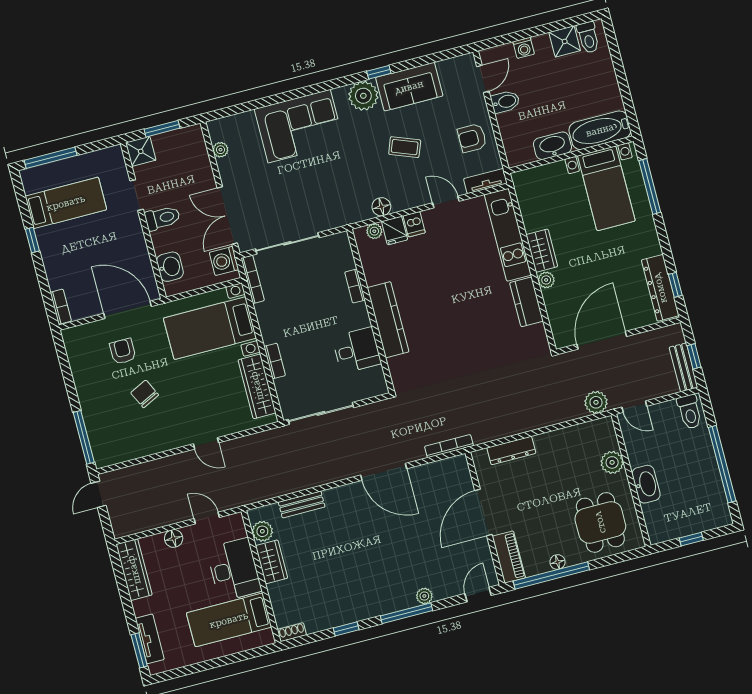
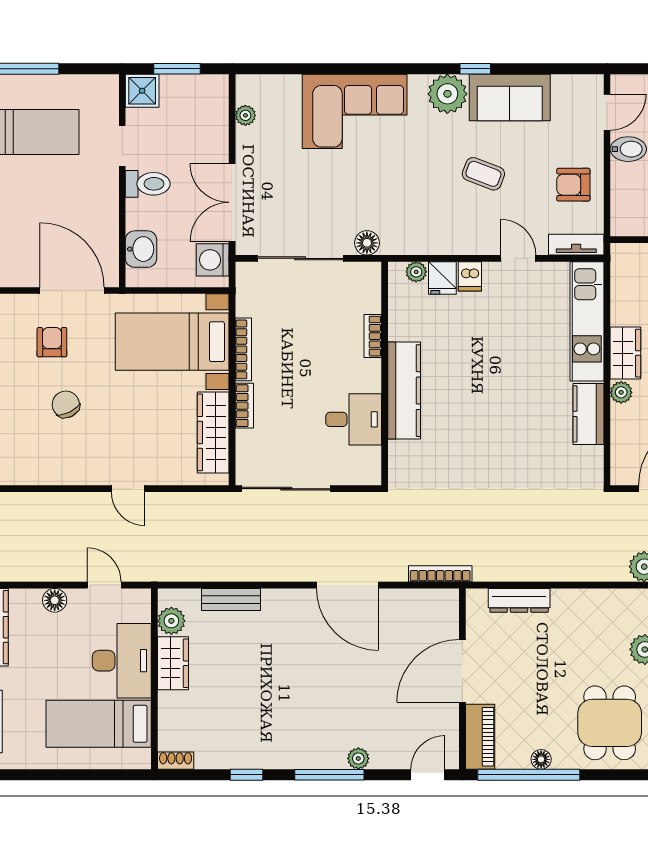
floor lamp: (381, 207) -> (367, 243), moved
bookcase: (253, 279) -> (243, 349), moved

